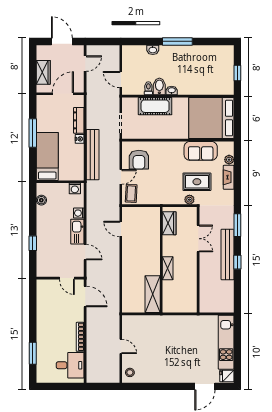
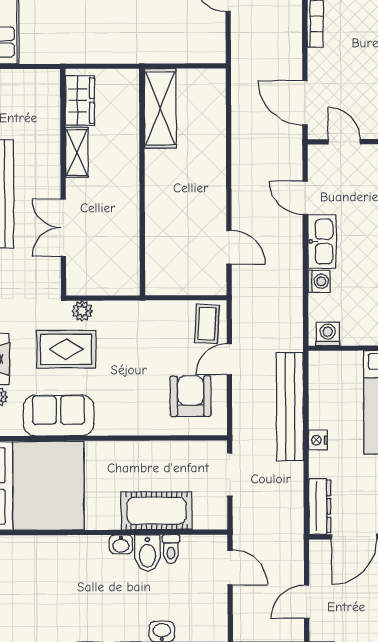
dresser: (79, 120) -> (320, 506), moved
wardrobe: (169, 223) -> (80, 101), moved, turned 180
shelving: (168, 268) -> (77, 152), moved

